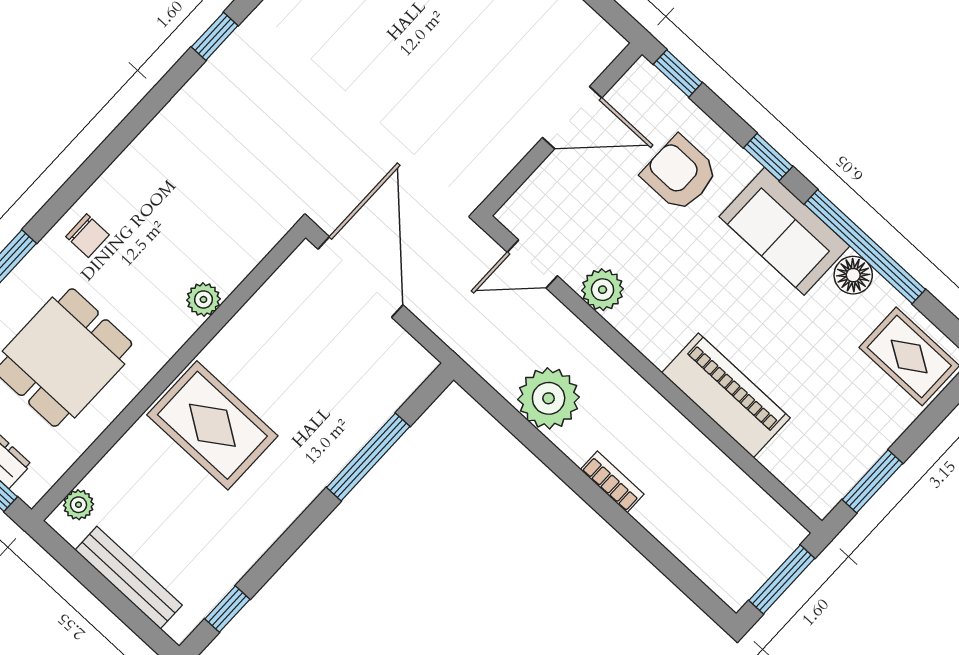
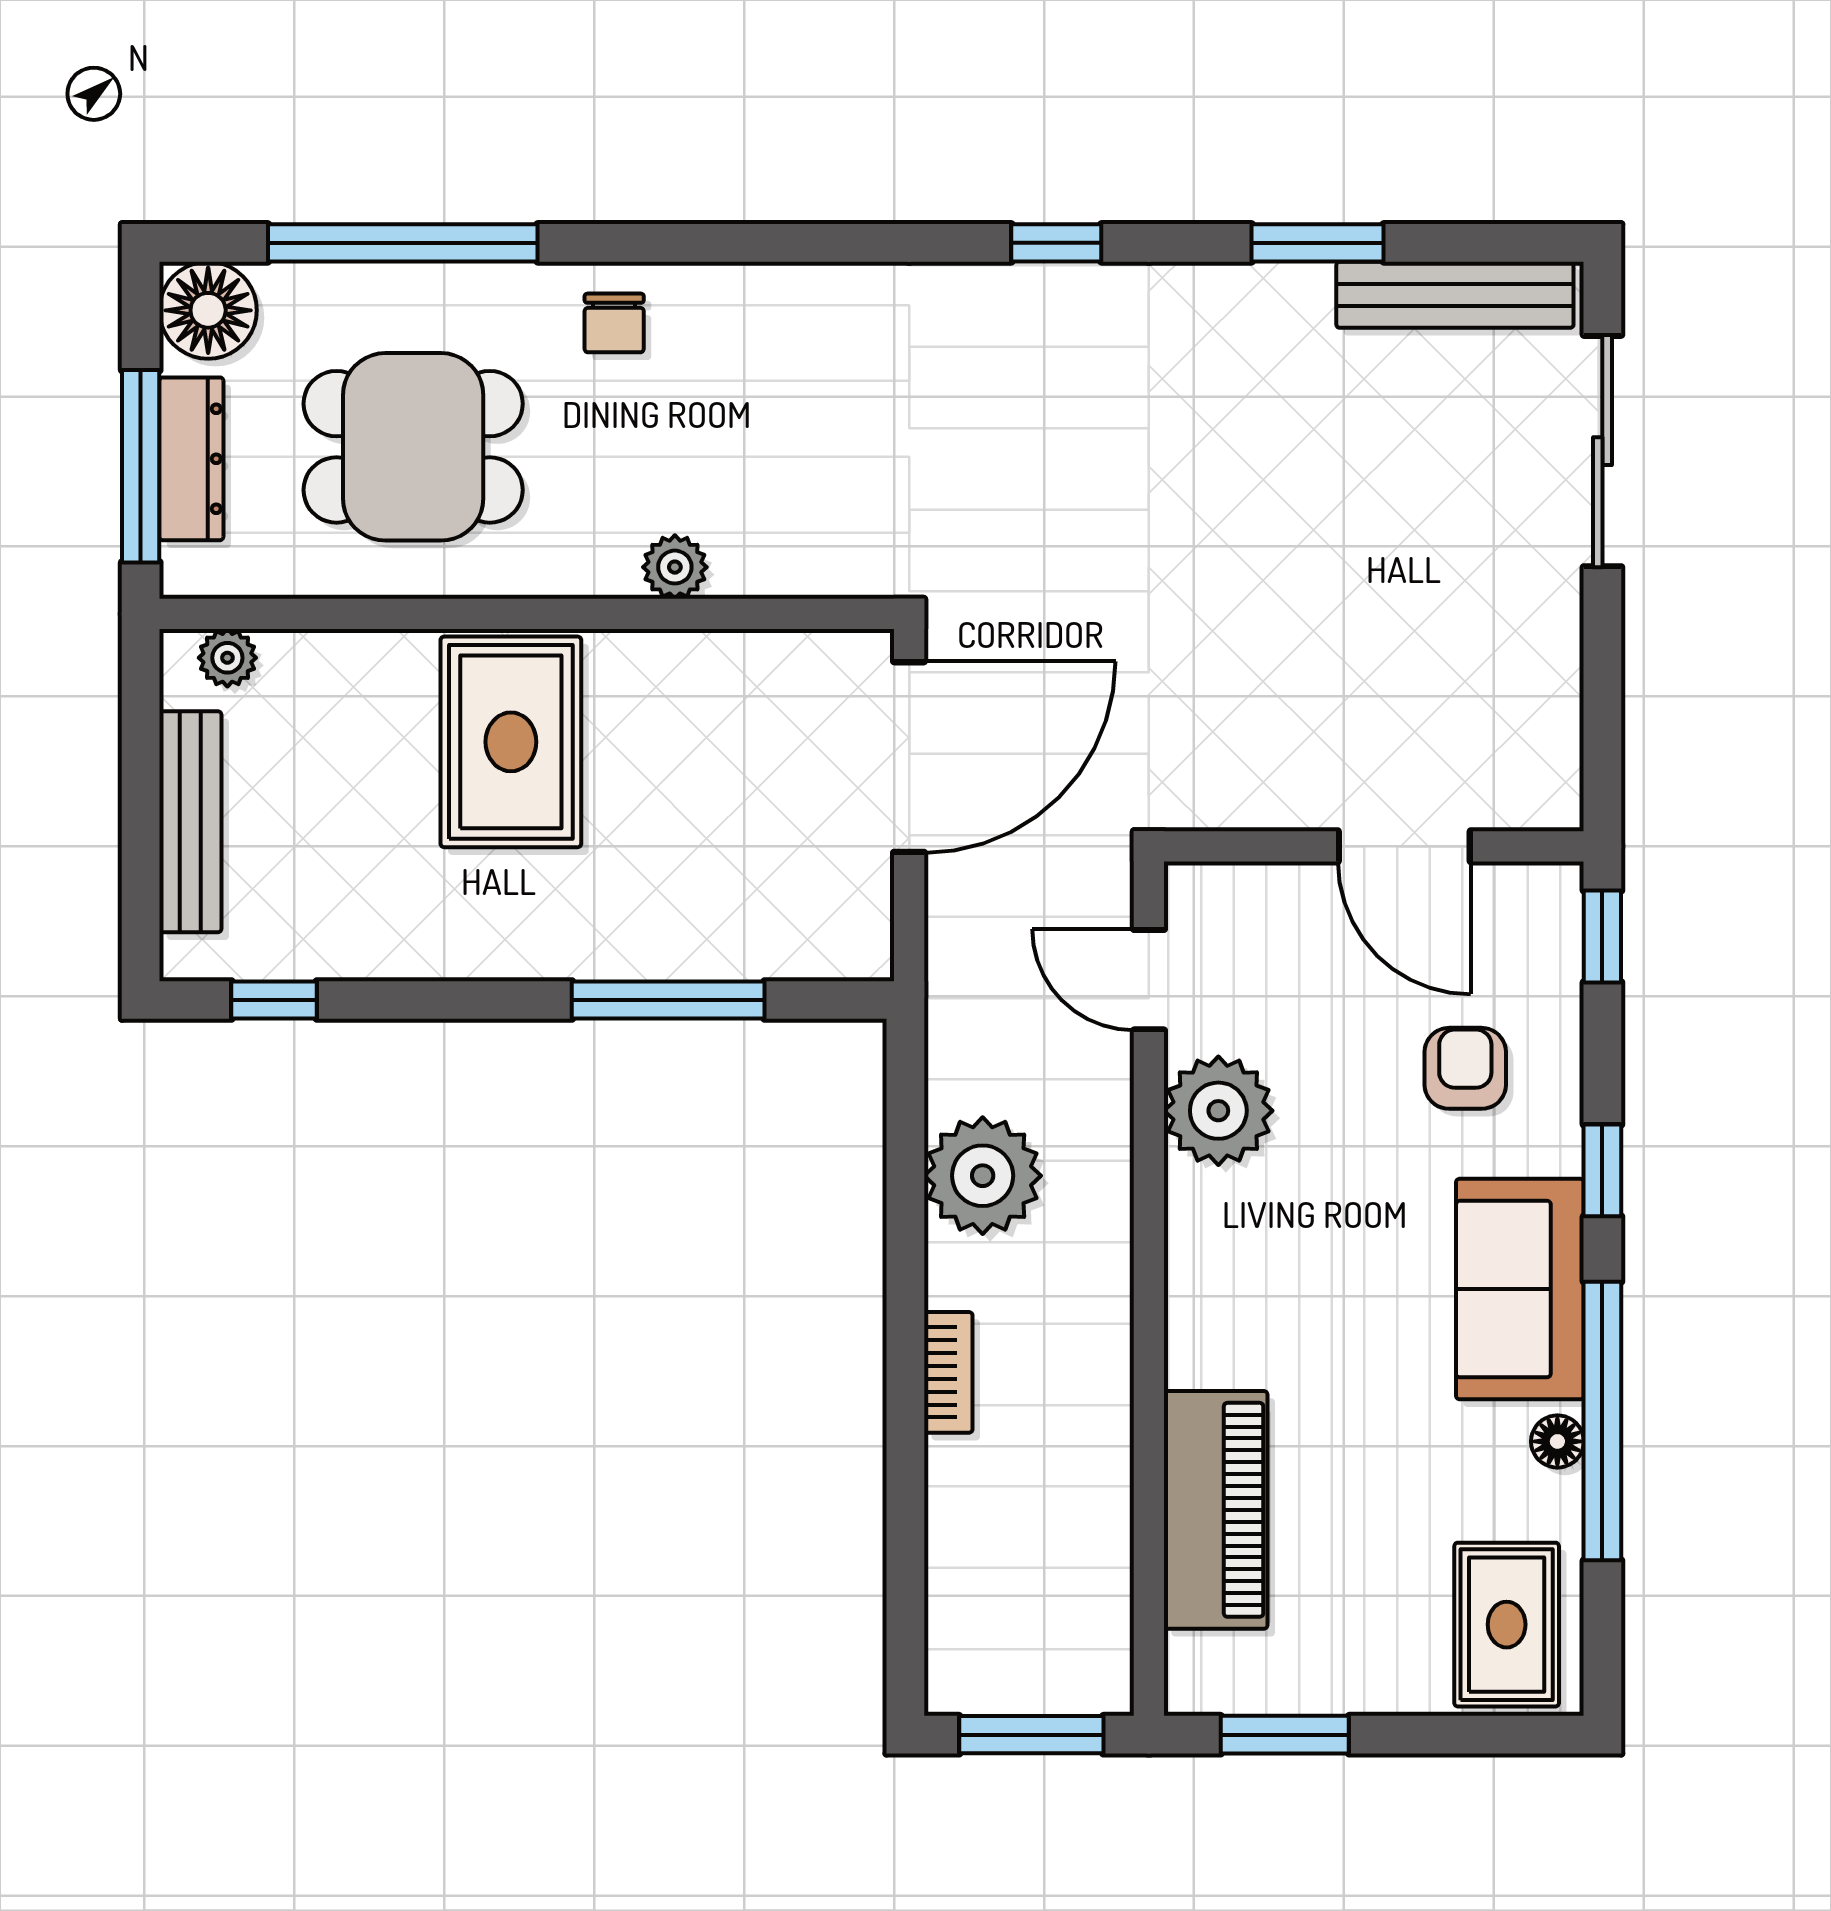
armchair: (680, 174) -> (1465, 1068), width x0.72, depth x0.72
floor lamp: (853, 275) -> (1557, 1441), width x0.73, depth x0.73
plant: (603, 290) -> (1218, 1111), width x1.36, depth x1.36
piano: (726, 395) -> (1216, 1510), moved

